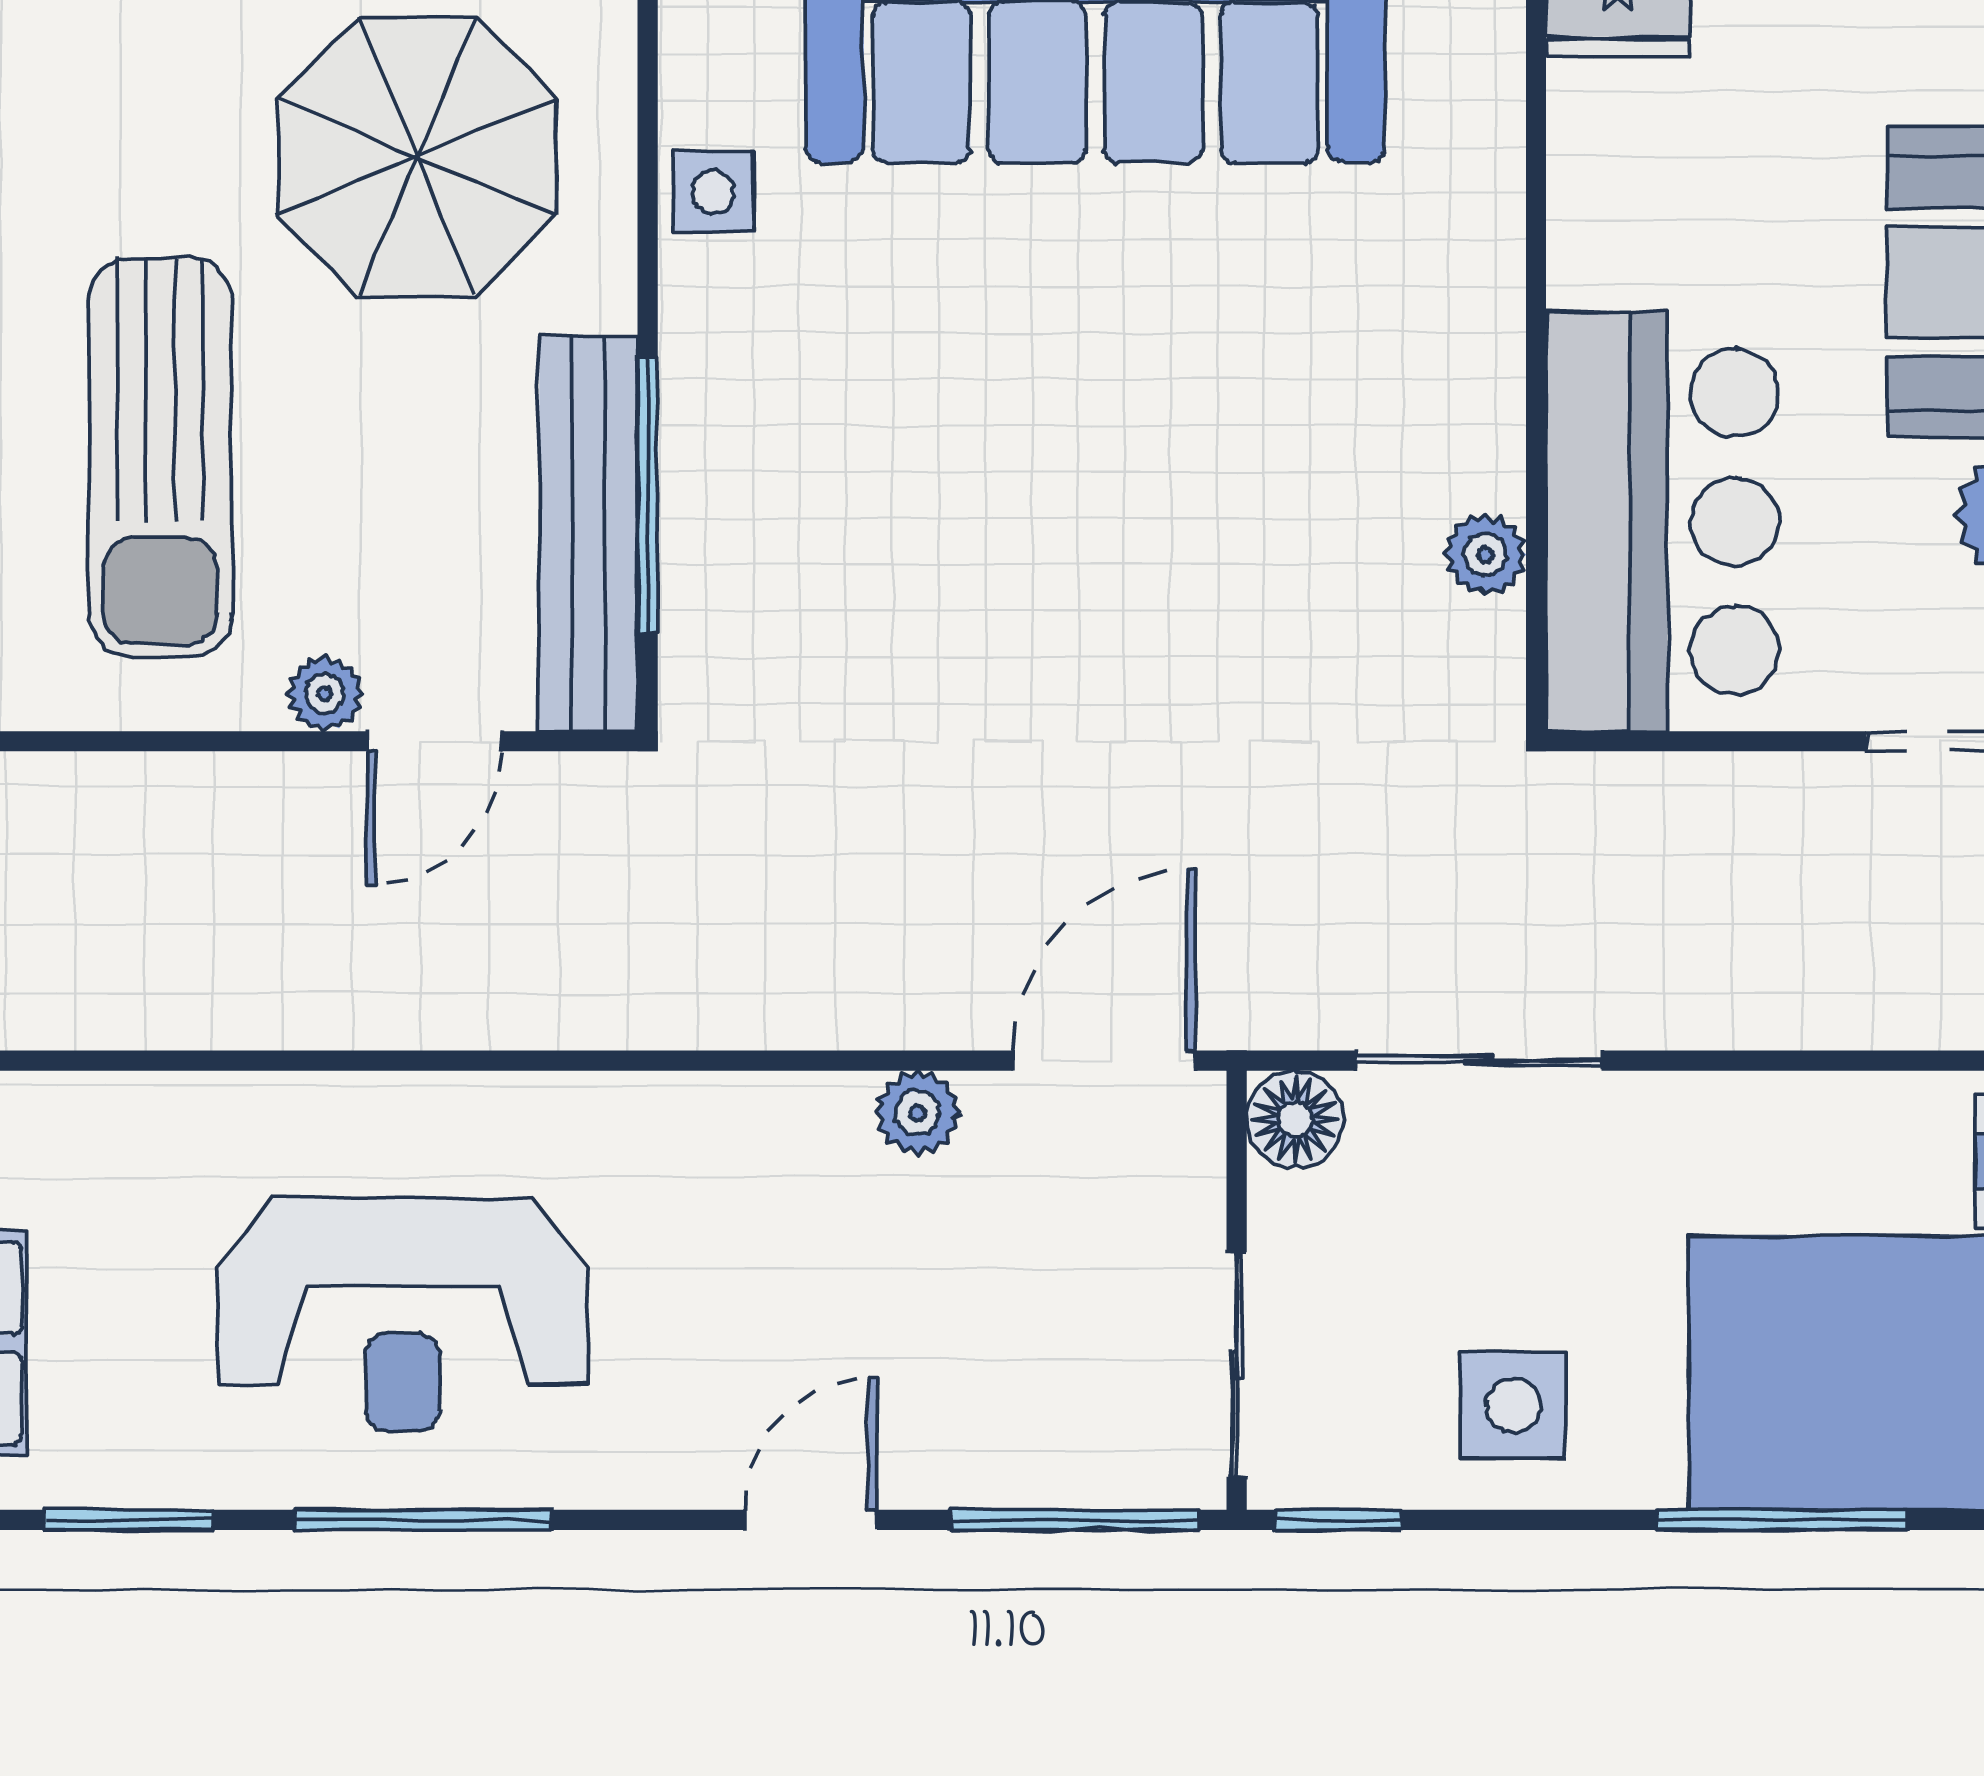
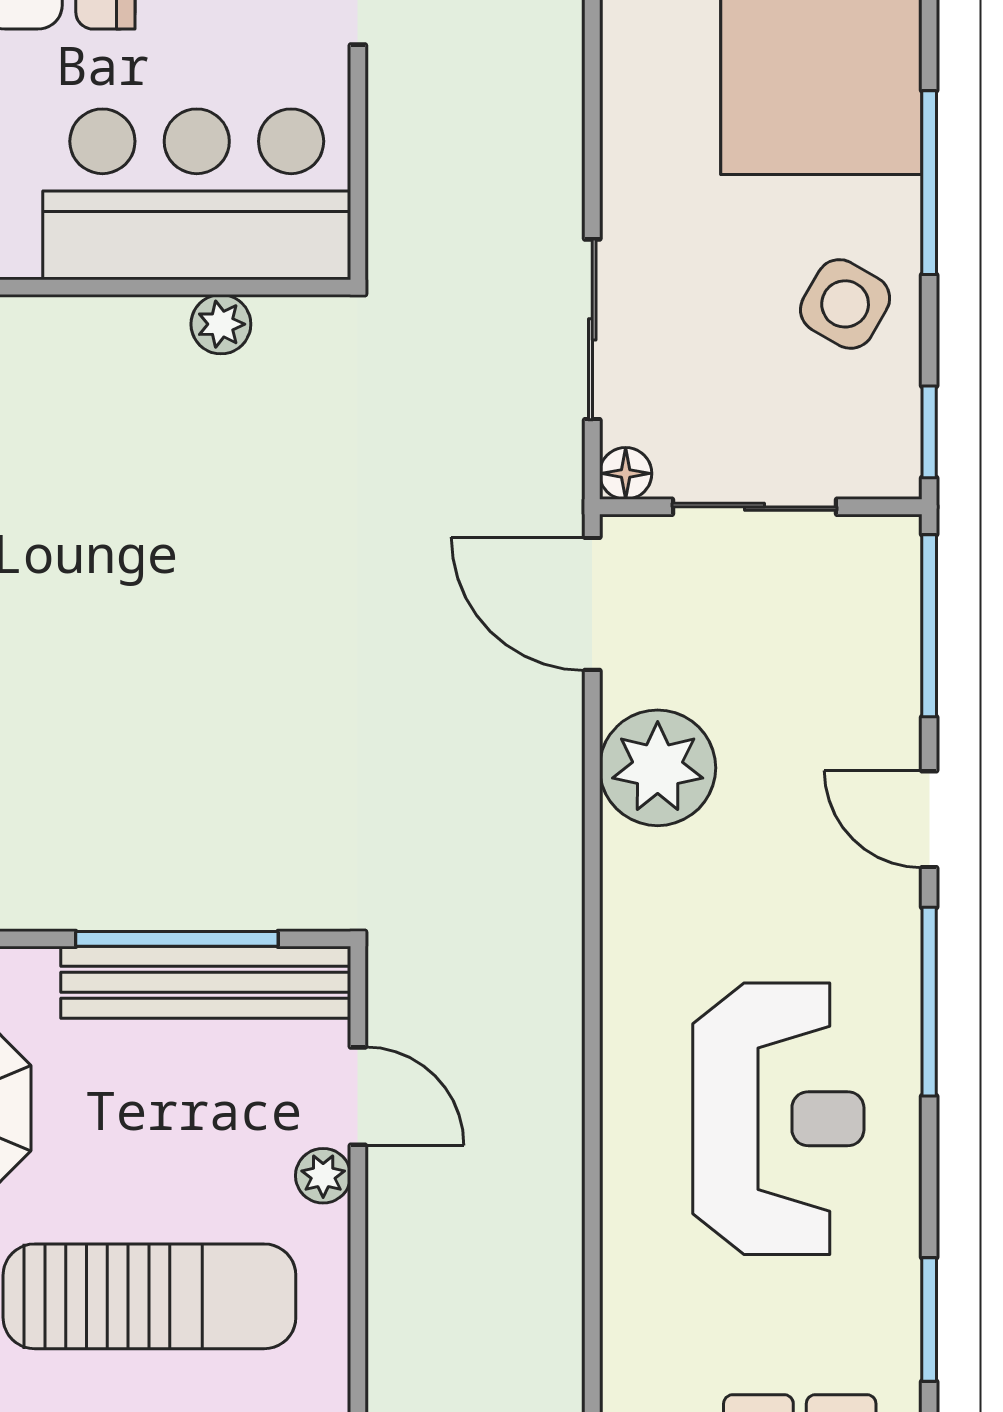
plant: (918, 1113) -> (658, 768), width x1.87, depth x1.87
floor lamp: (1295, 1119) -> (626, 473), width x0.73, depth x0.73
sliding door: (1237, 1364) -> (755, 507), moved
side table: (1513, 1405) -> (845, 304), turned 30
window: (423, 1520) -> (929, 1002), moved
window: (1782, 1520) -> (929, 183), moved

